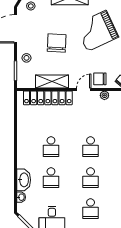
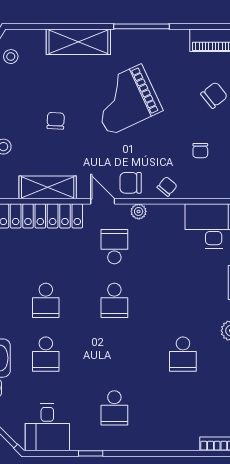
chair: (57, 43) -> (56, 121), width x0.54, depth x0.54
door: (84, 89) -> (103, 201), hinge flipped
school desk: (91, 178) -> (114, 247), moved, turned 180

